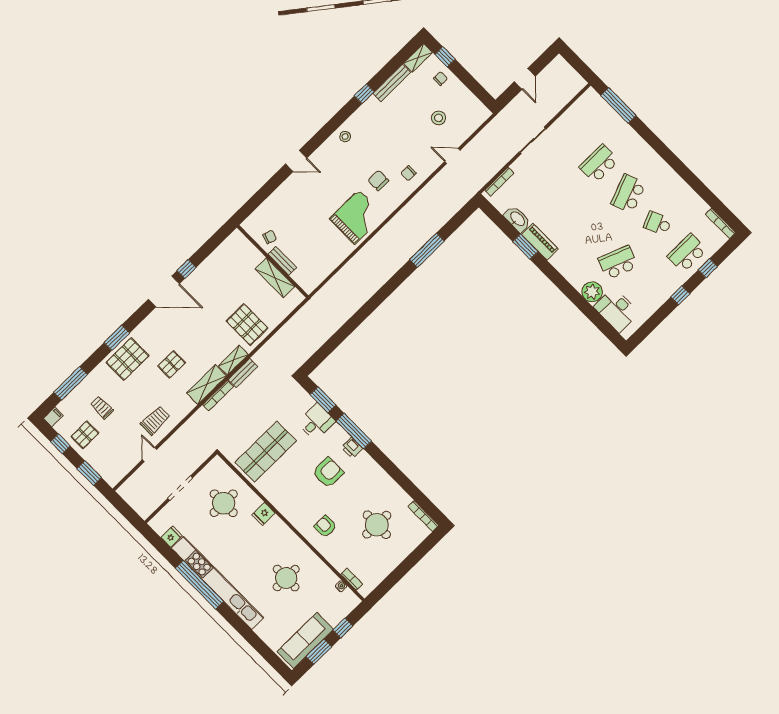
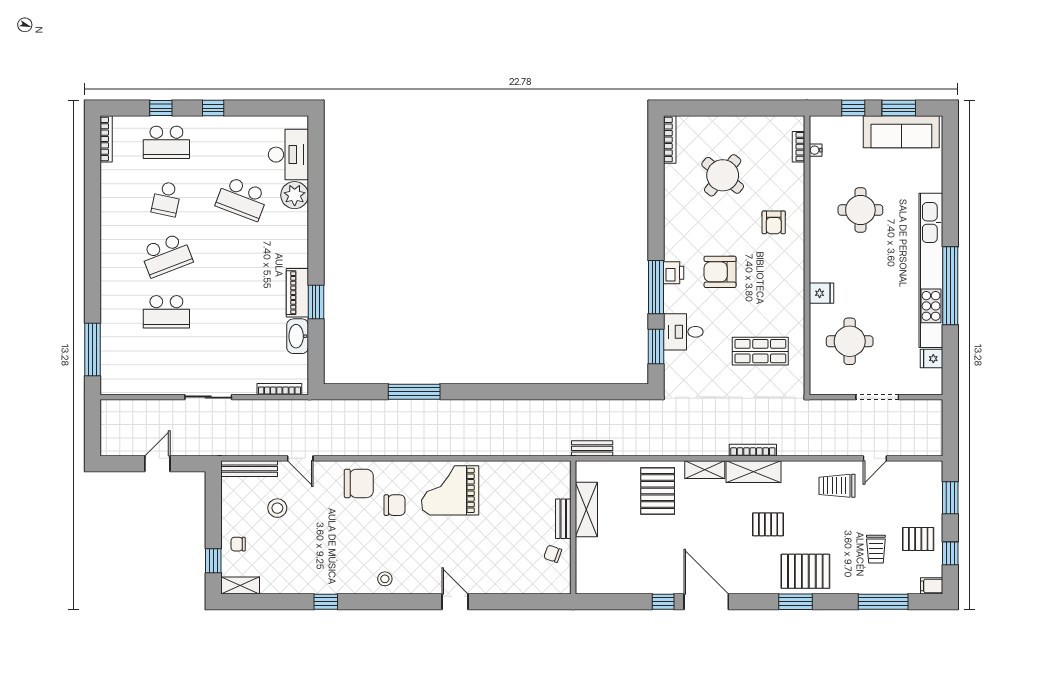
bench: (392, 83) -> (249, 469), moved
chair: (408, 173) -> (359, 483), width x1.87, depth x1.87
chair: (378, 180) -> (395, 505), turned -90
school desk: (658, 223) -> (166, 199), turned 36
bench: (243, 373) -> (592, 448), moved
shop shelf: (266, 452) -> (760, 351), width x0.70, depth x0.74
round table: (377, 525) -> (723, 175), turned 38

